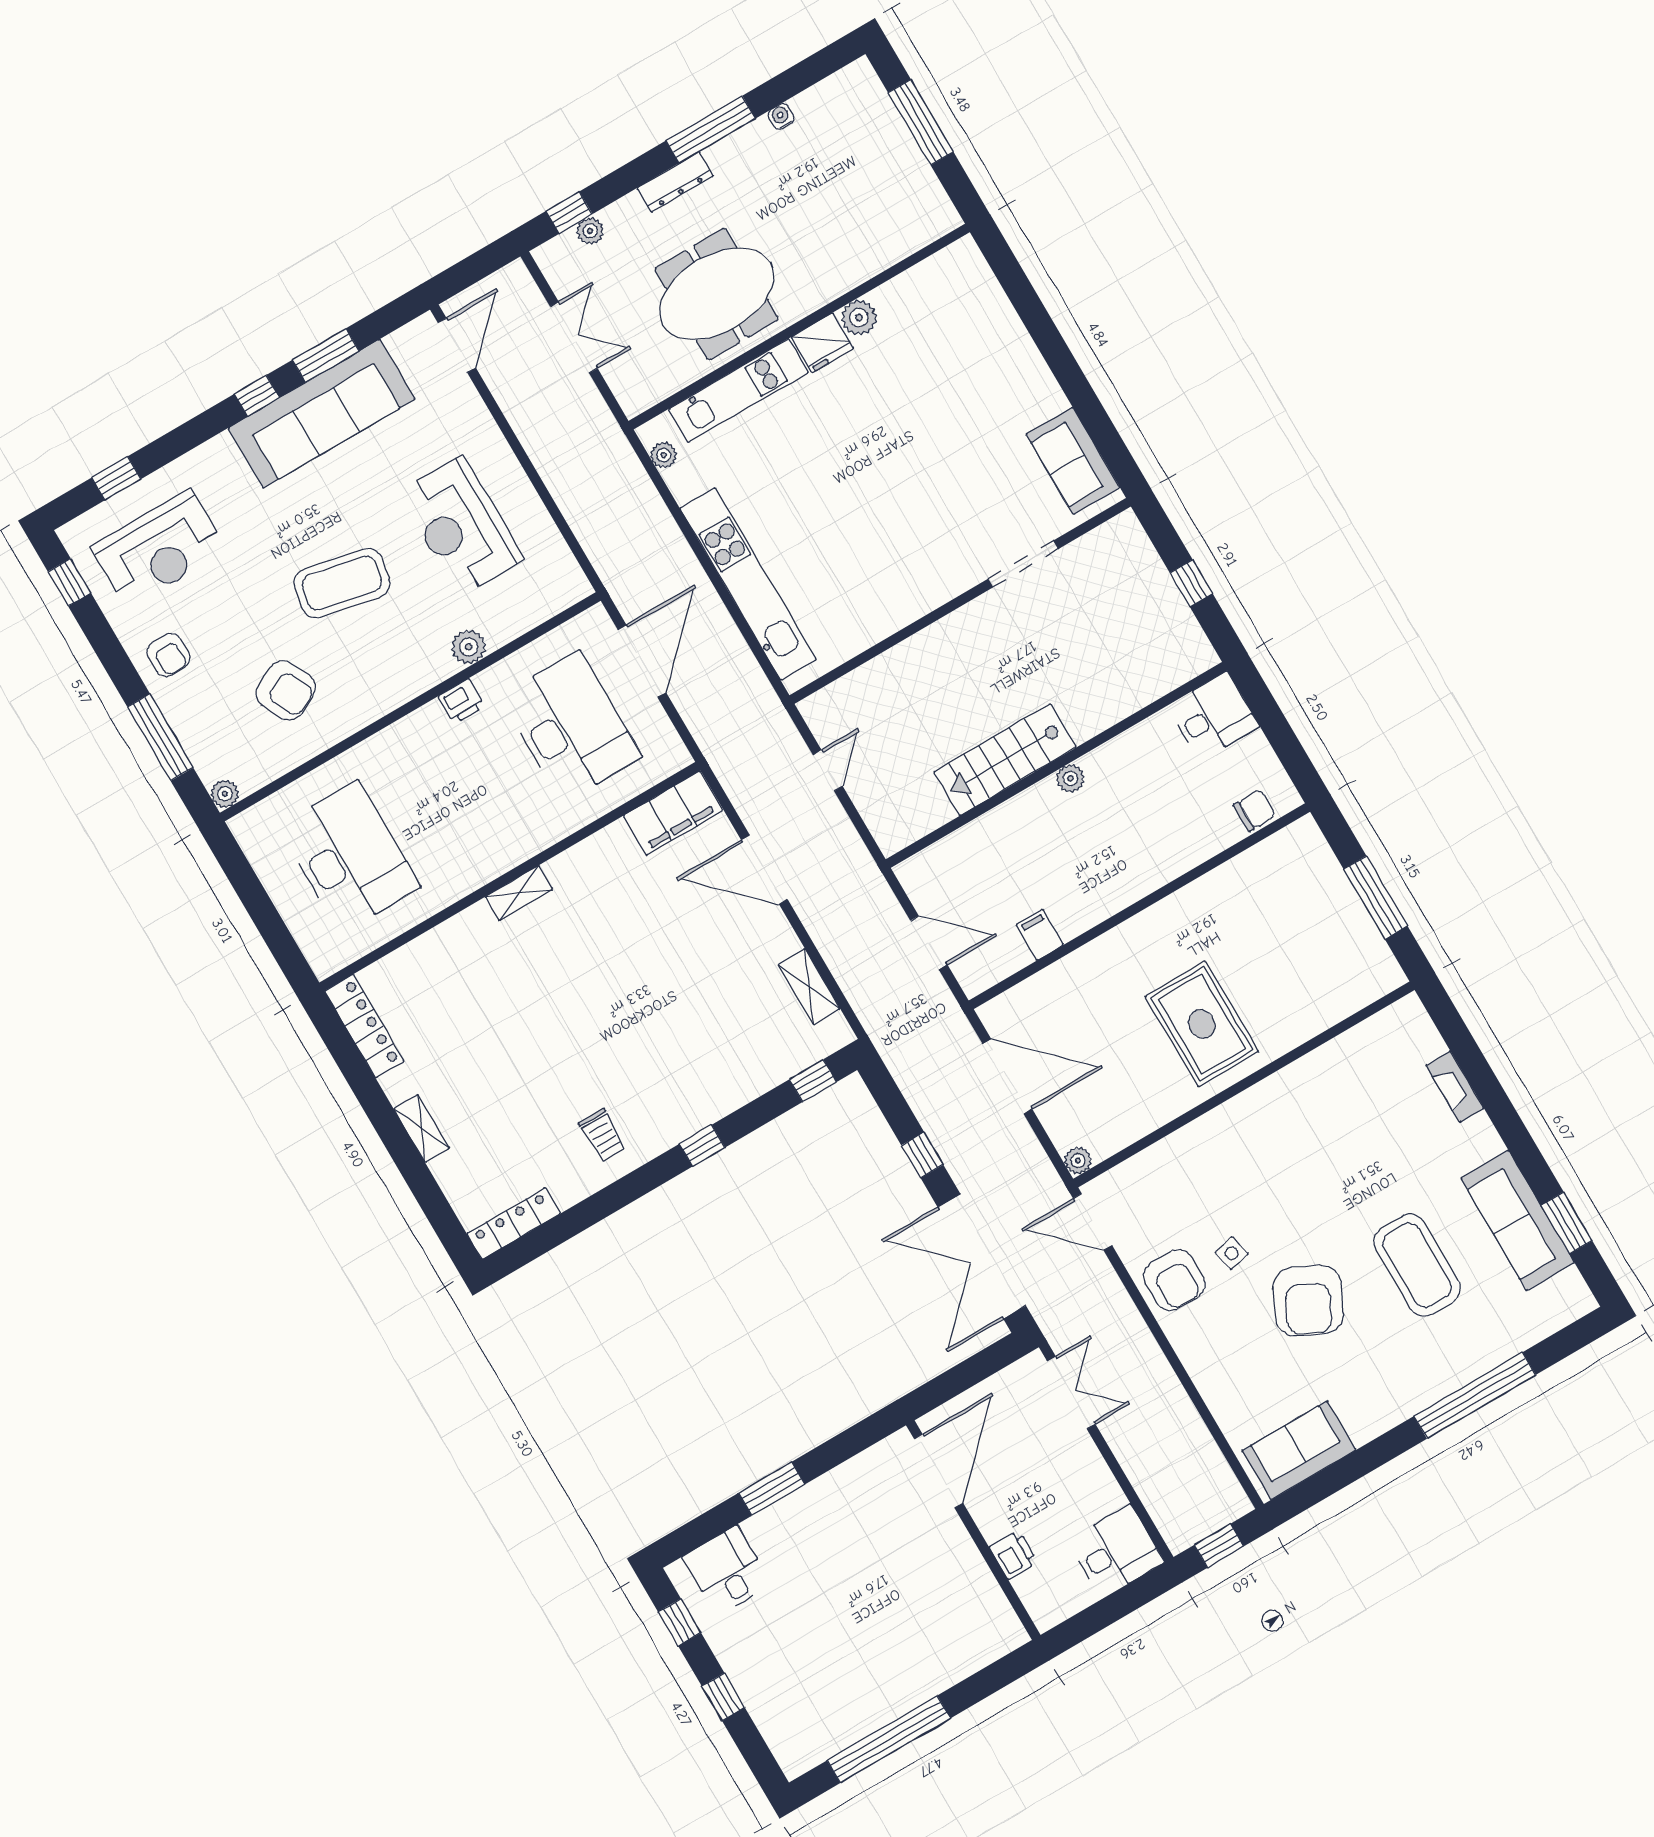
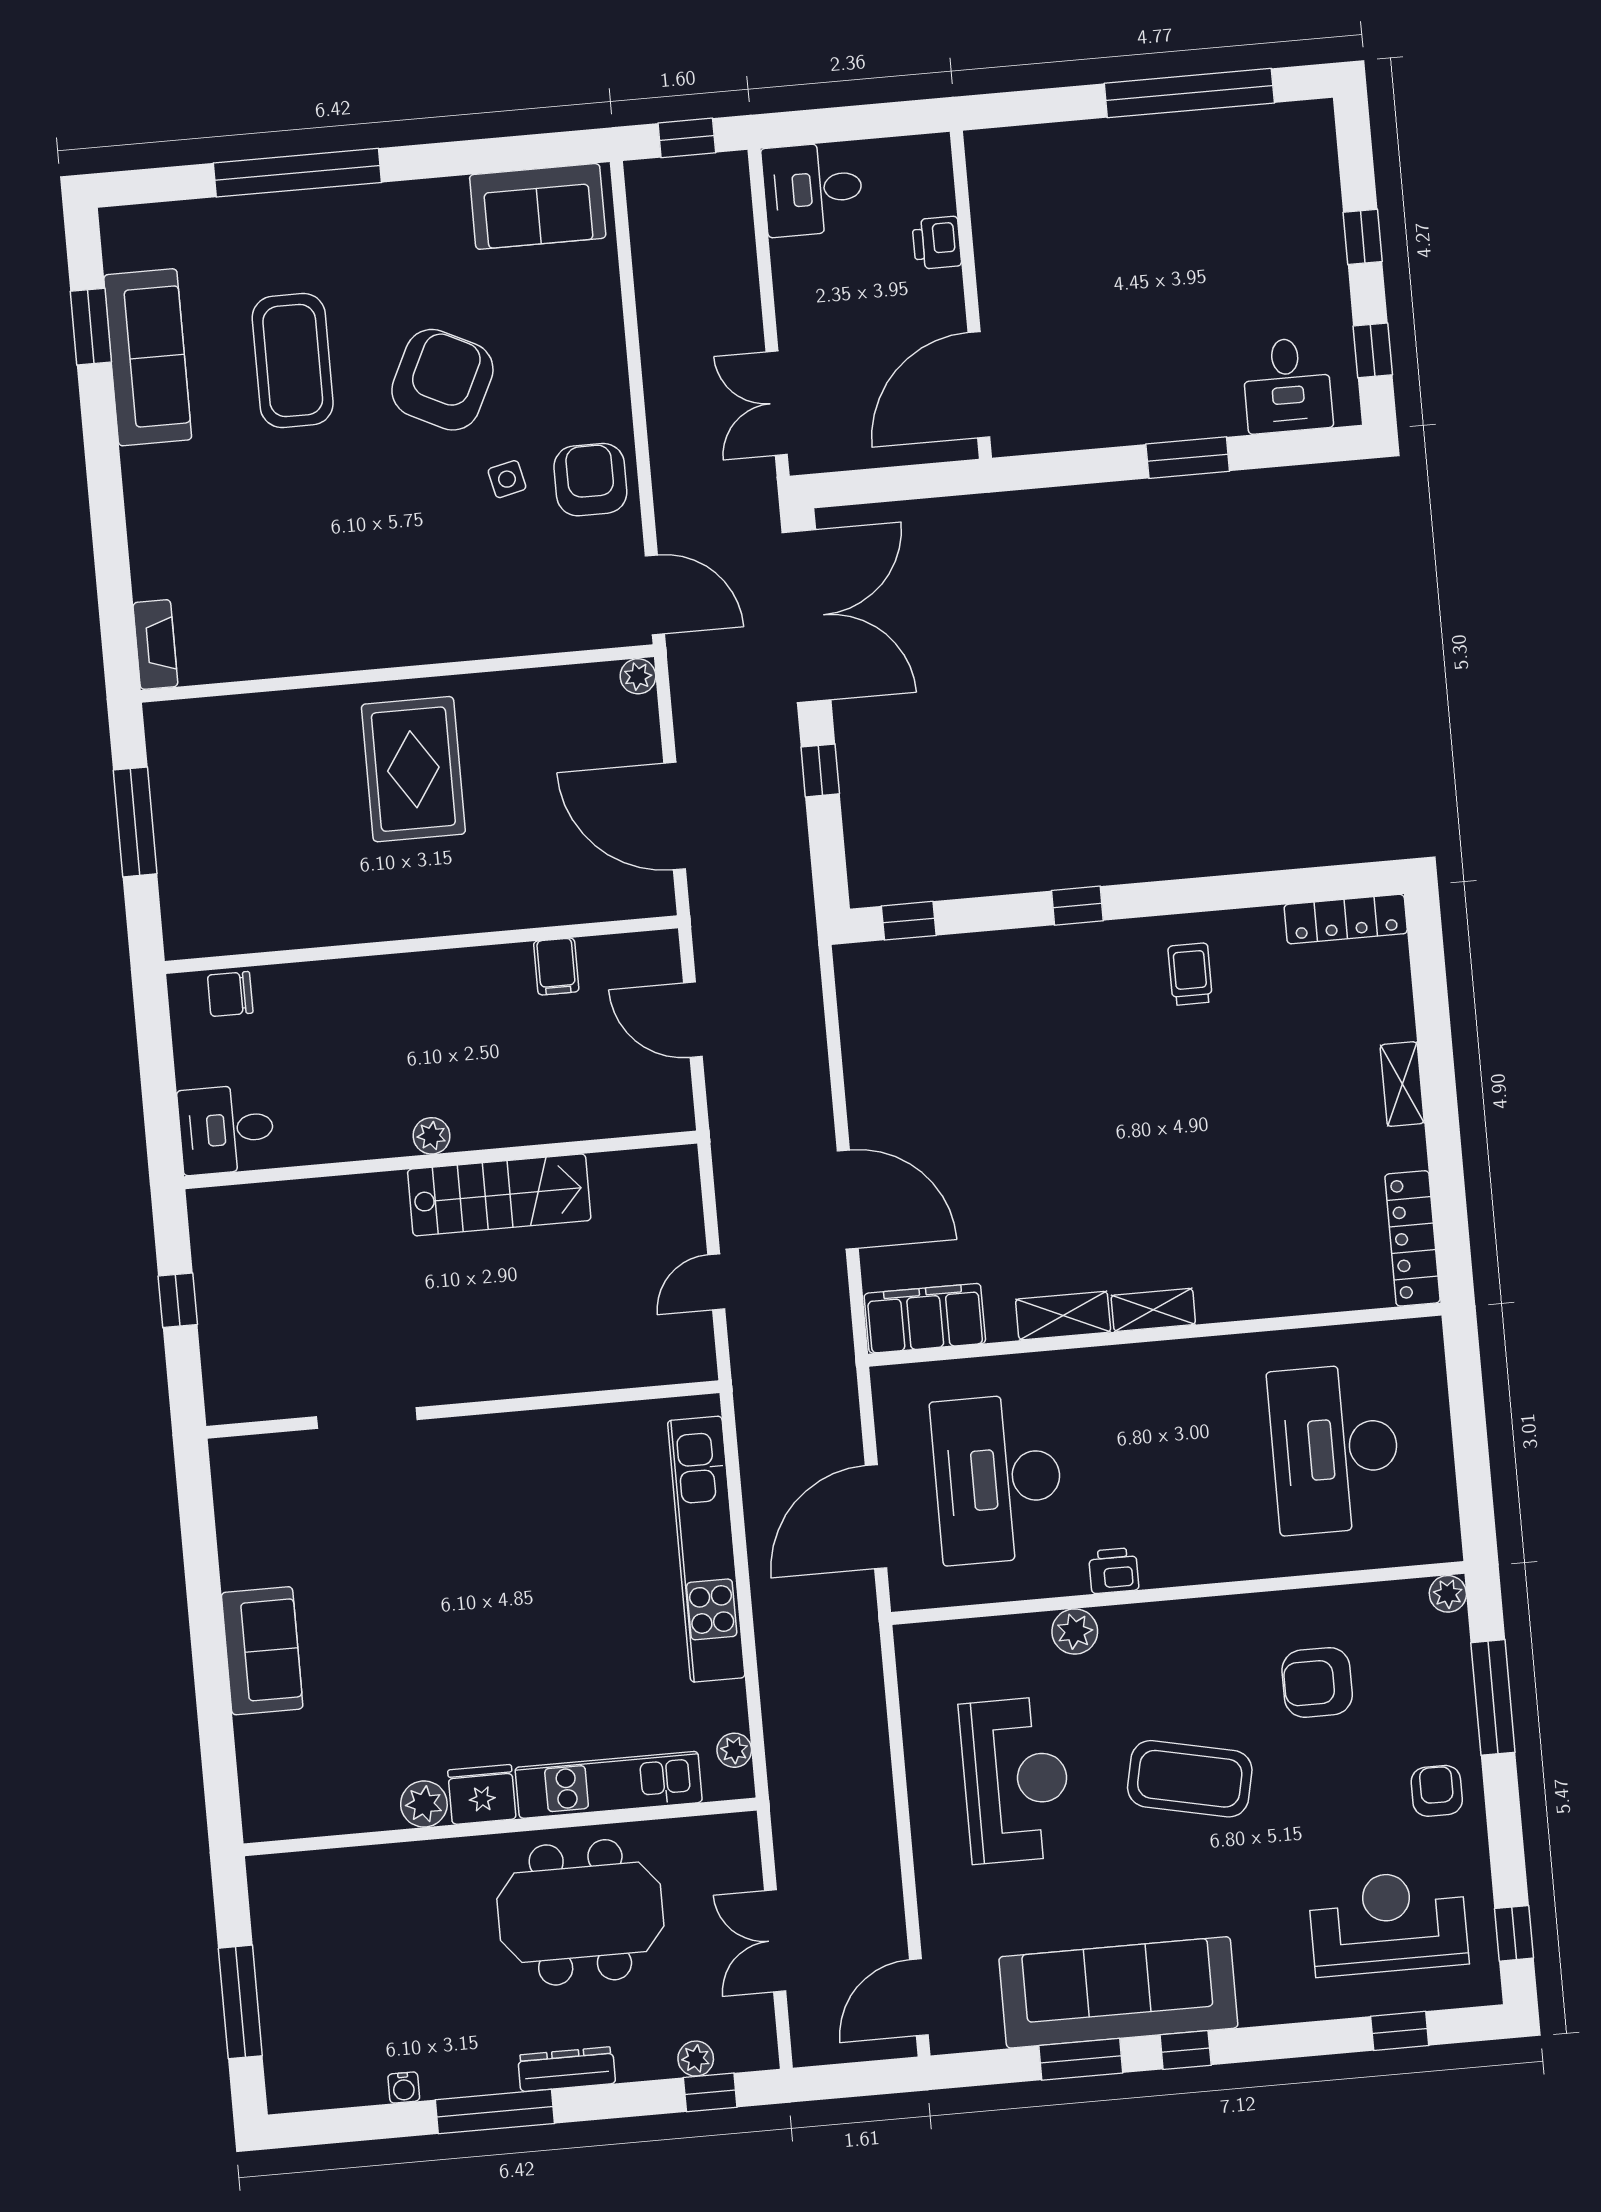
sofa: (1073, 461) -> (262, 1651), moved
armchair: (286, 691) -> (1317, 1682), turned -64
shelving: (809, 987) -> (1063, 1316), moved, turned 90
fireplace: (1455, 1087) -> (155, 645), moved

